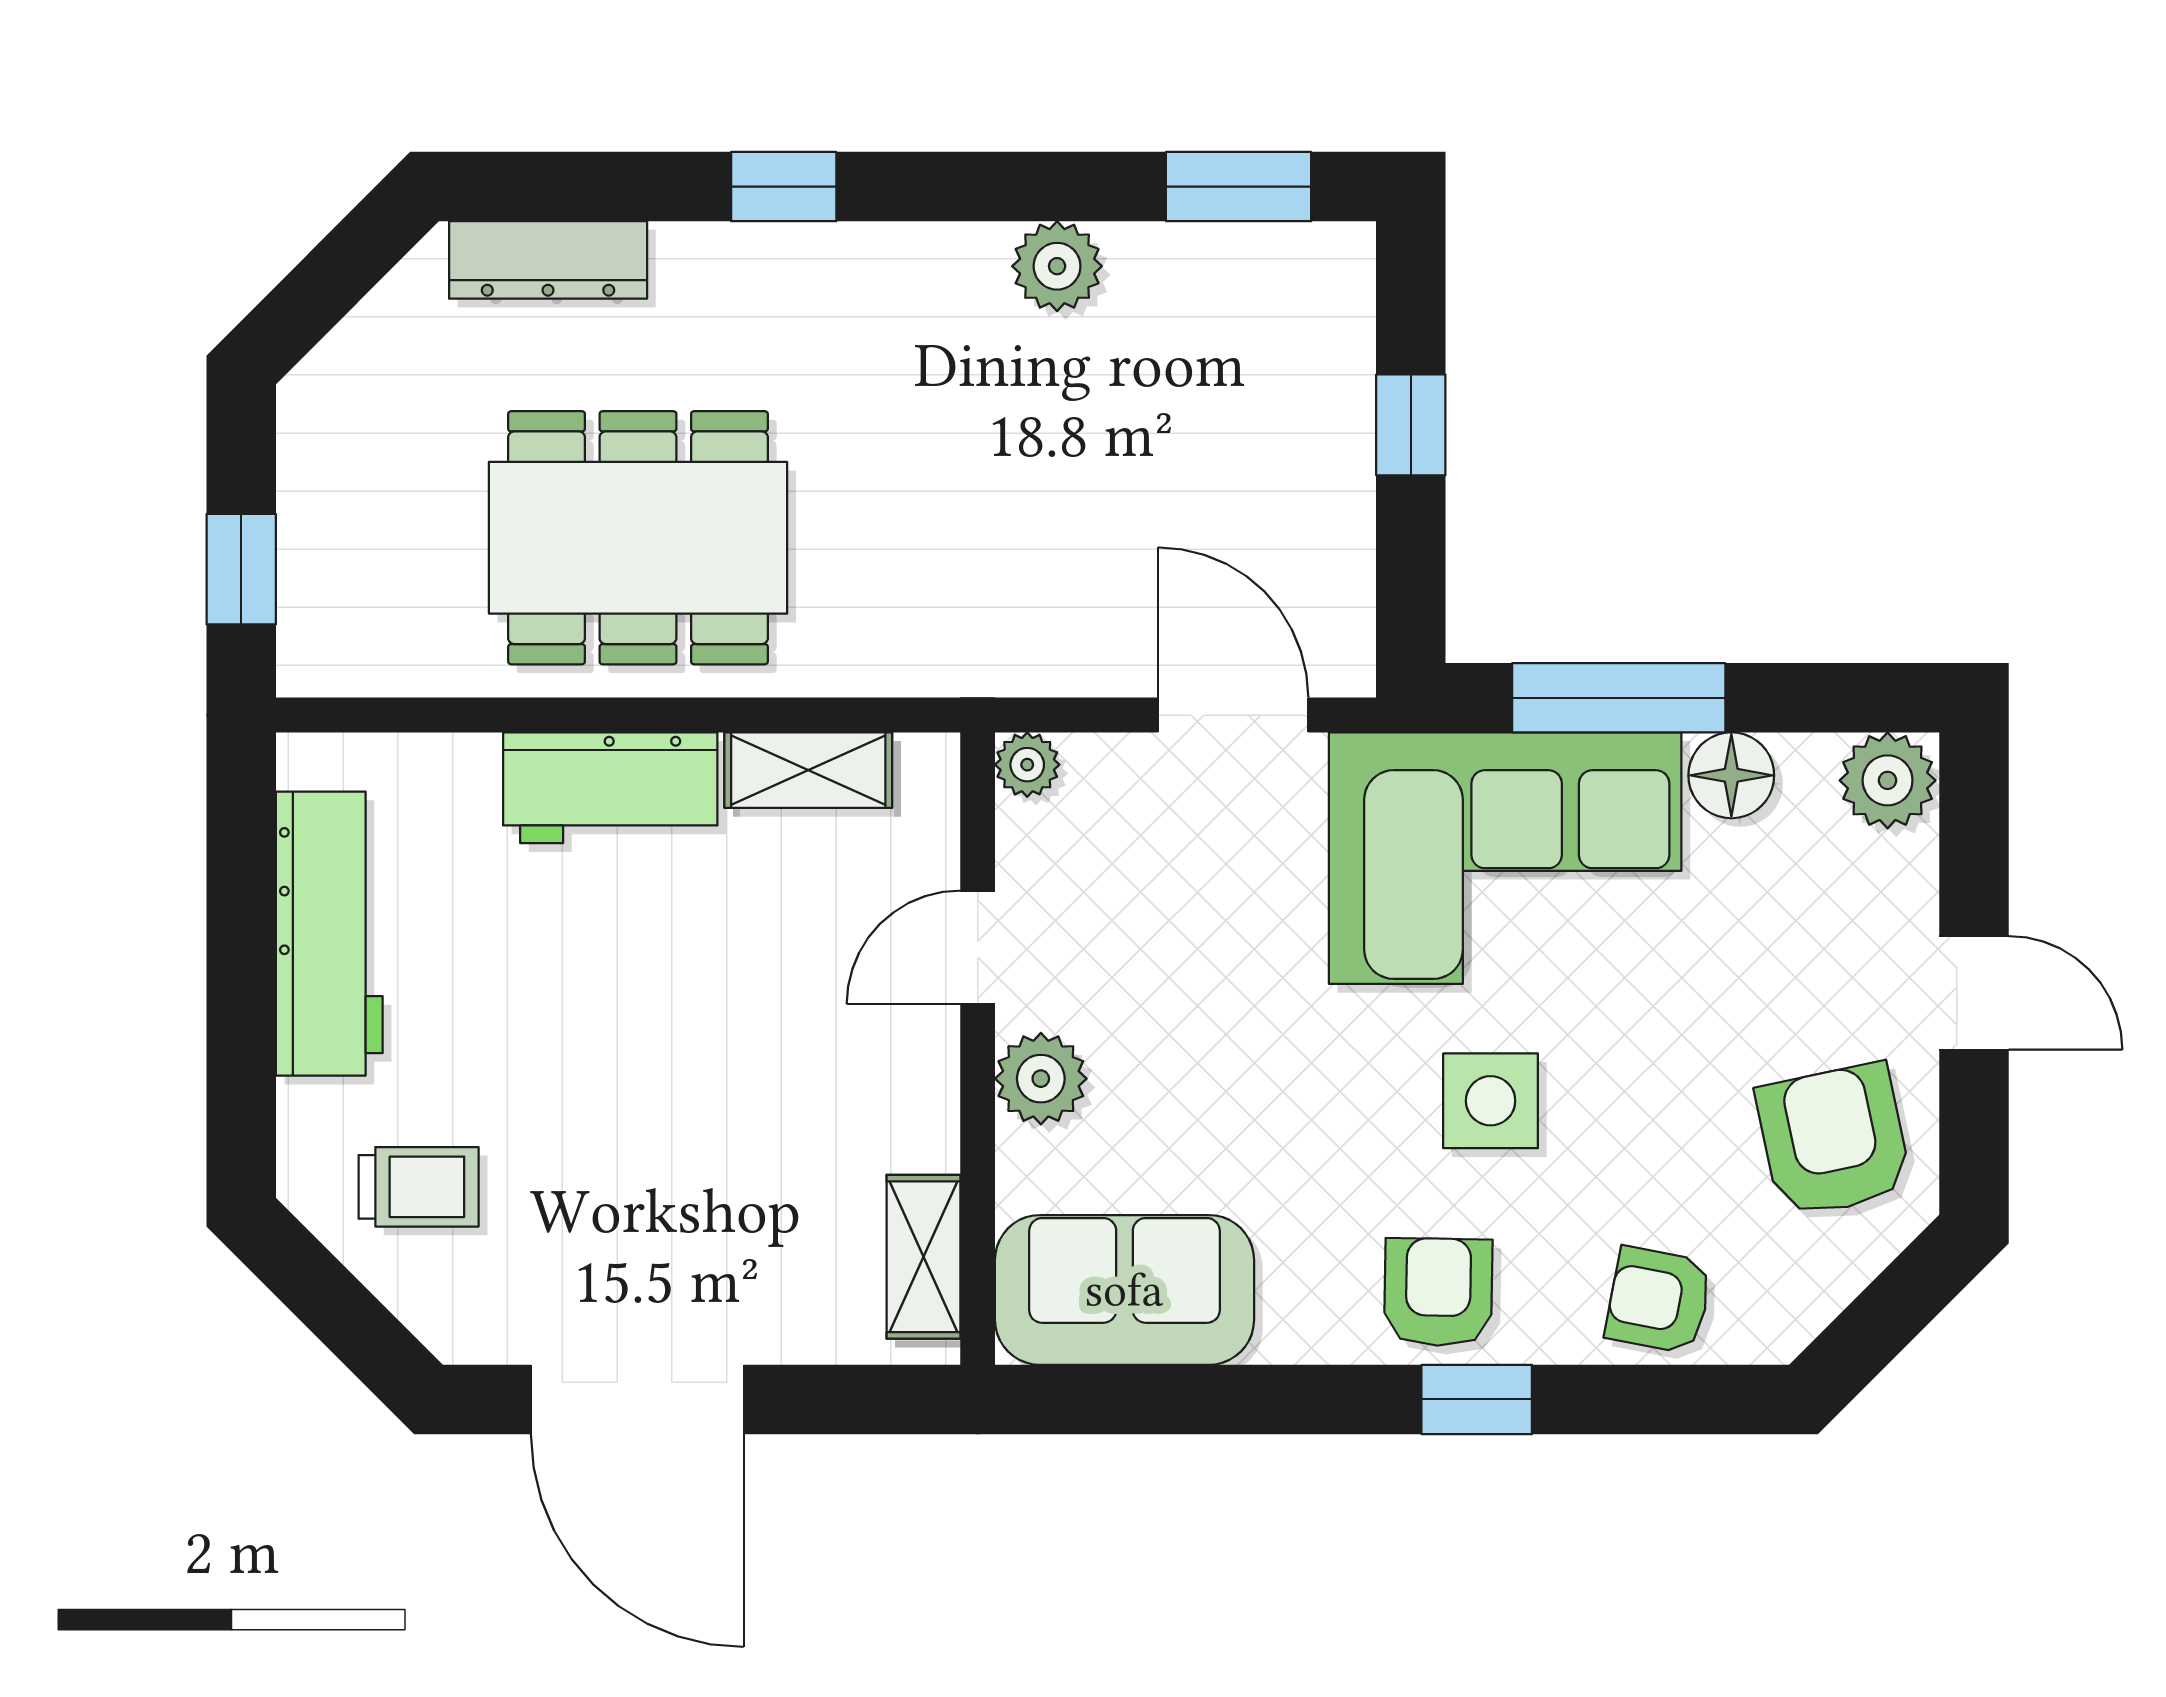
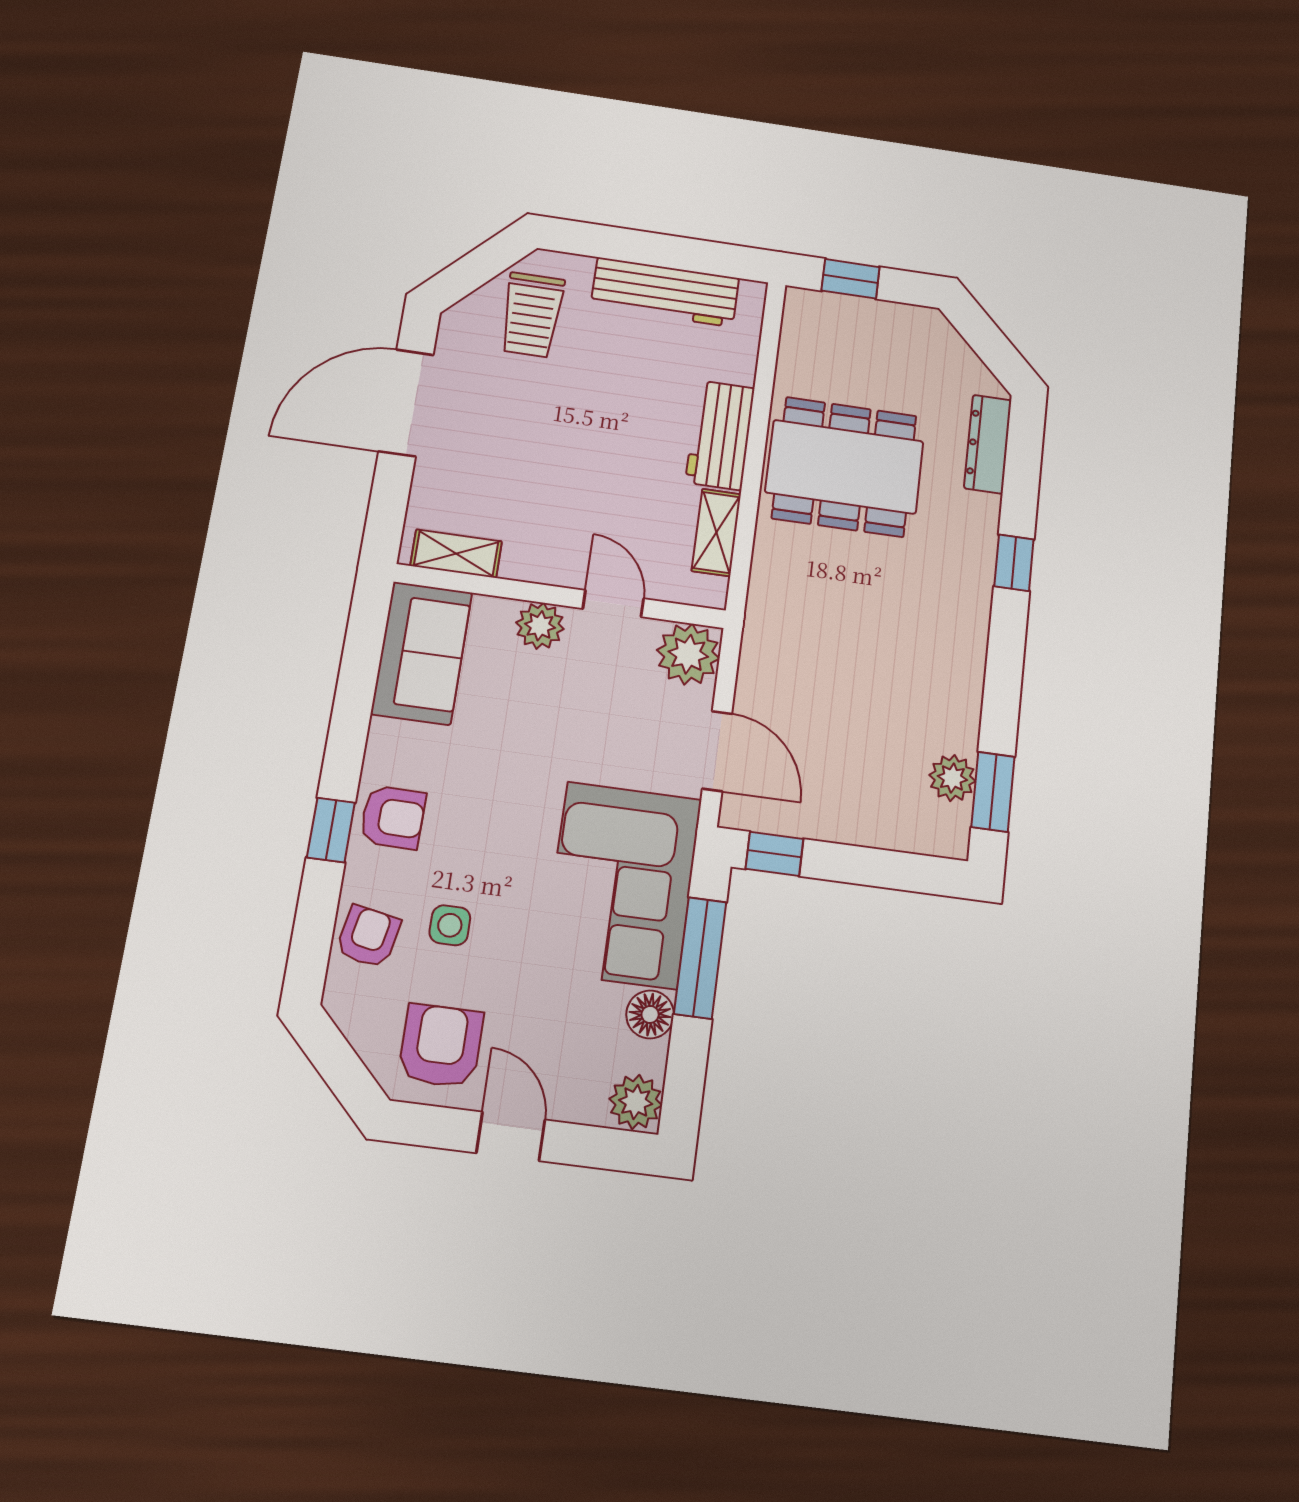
plant: (1057, 266) -> (952, 778), moved
window: (1411, 425) -> (774, 854), moved
dining table: (638, 538) -> (844, 467), turned 90
door: (1233, 715) -> (717, 751), hinge flipped
plant: (1027, 765) -> (688, 654), width x1.88, depth x1.88
door: (1974, 993) -> (511, 1136), swing flipped
side table: (1491, 1101) -> (450, 925), moved, width x0.73, depth x0.73
armchair: (1834, 1140) -> (441, 1046), turned -78
trolley: (419, 1187) -> (532, 315), width x1.36, depth x1.39

